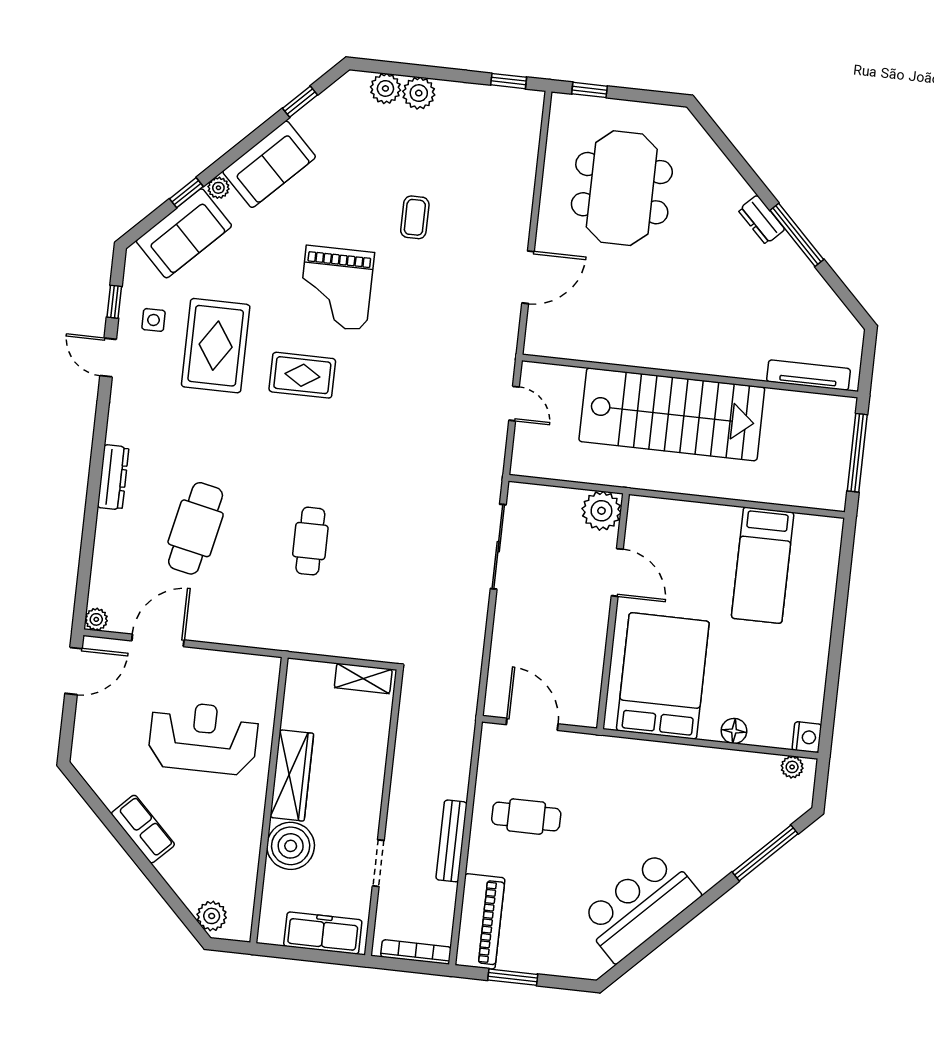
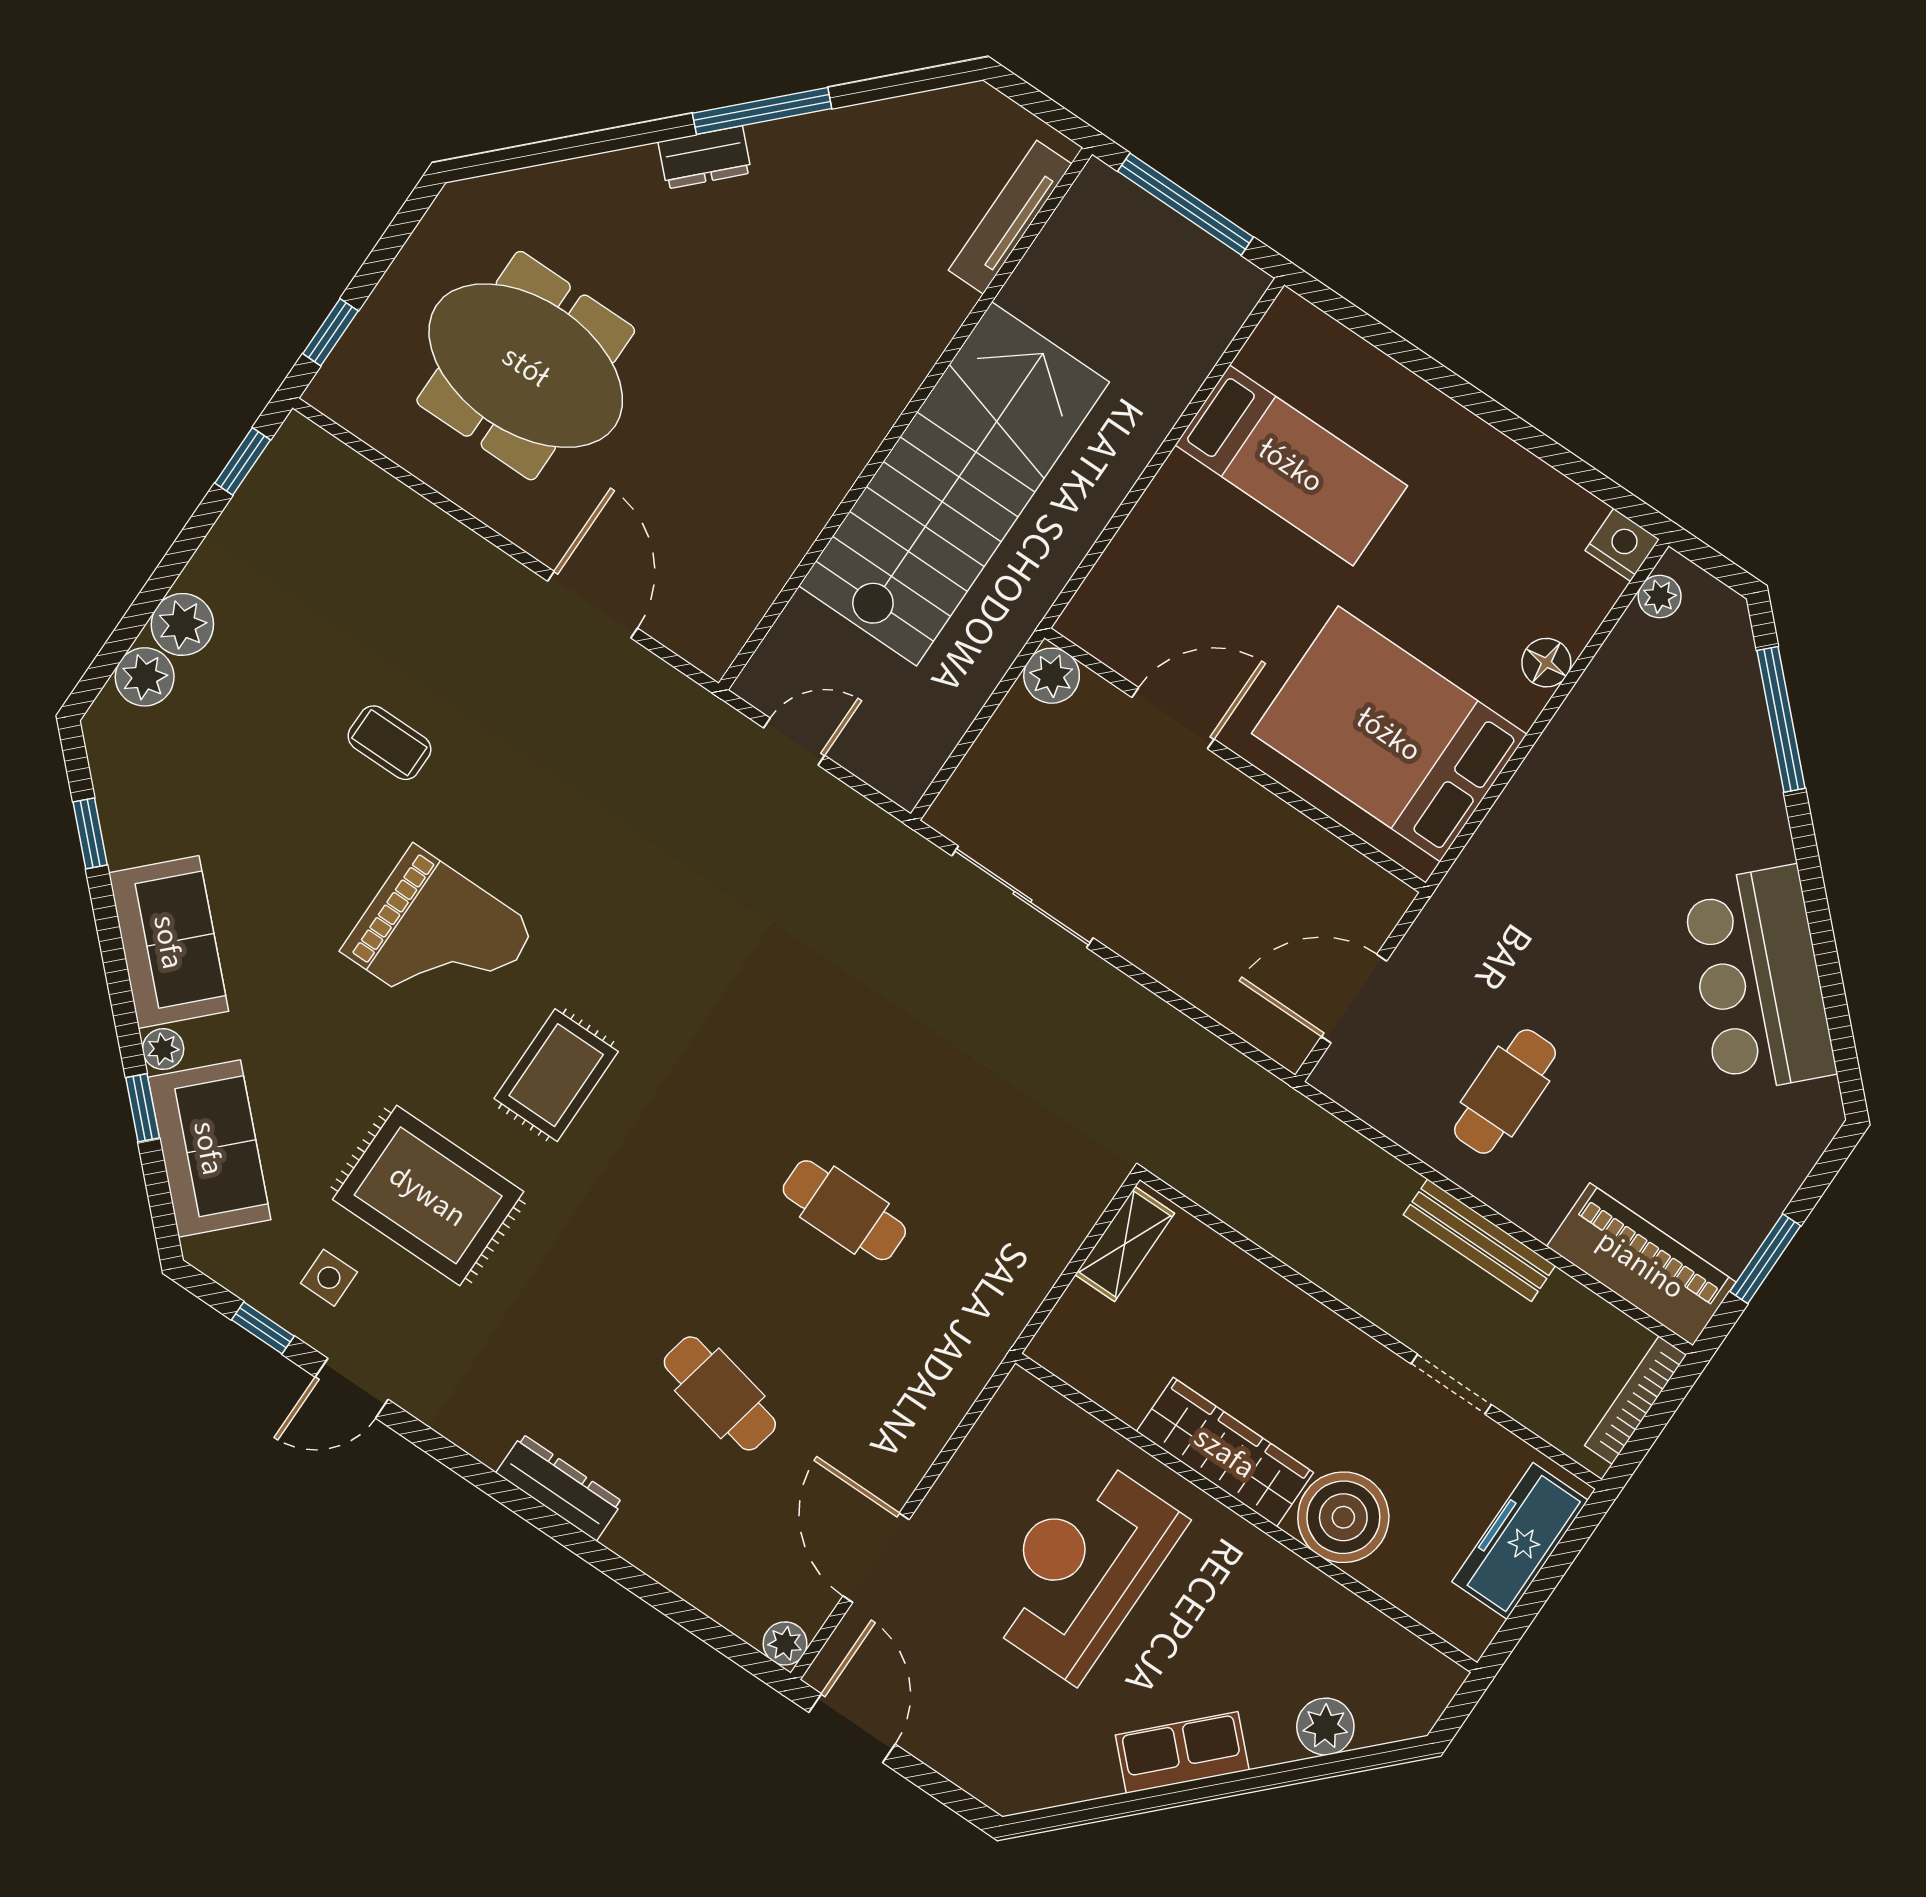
plant: (601, 511) -> (1052, 676), width x0.73, depth x0.73
cafe table: (196, 528) -> (720, 1393), width x0.73, depth x0.74
plant: (212, 916) -> (1325, 1727), moved

